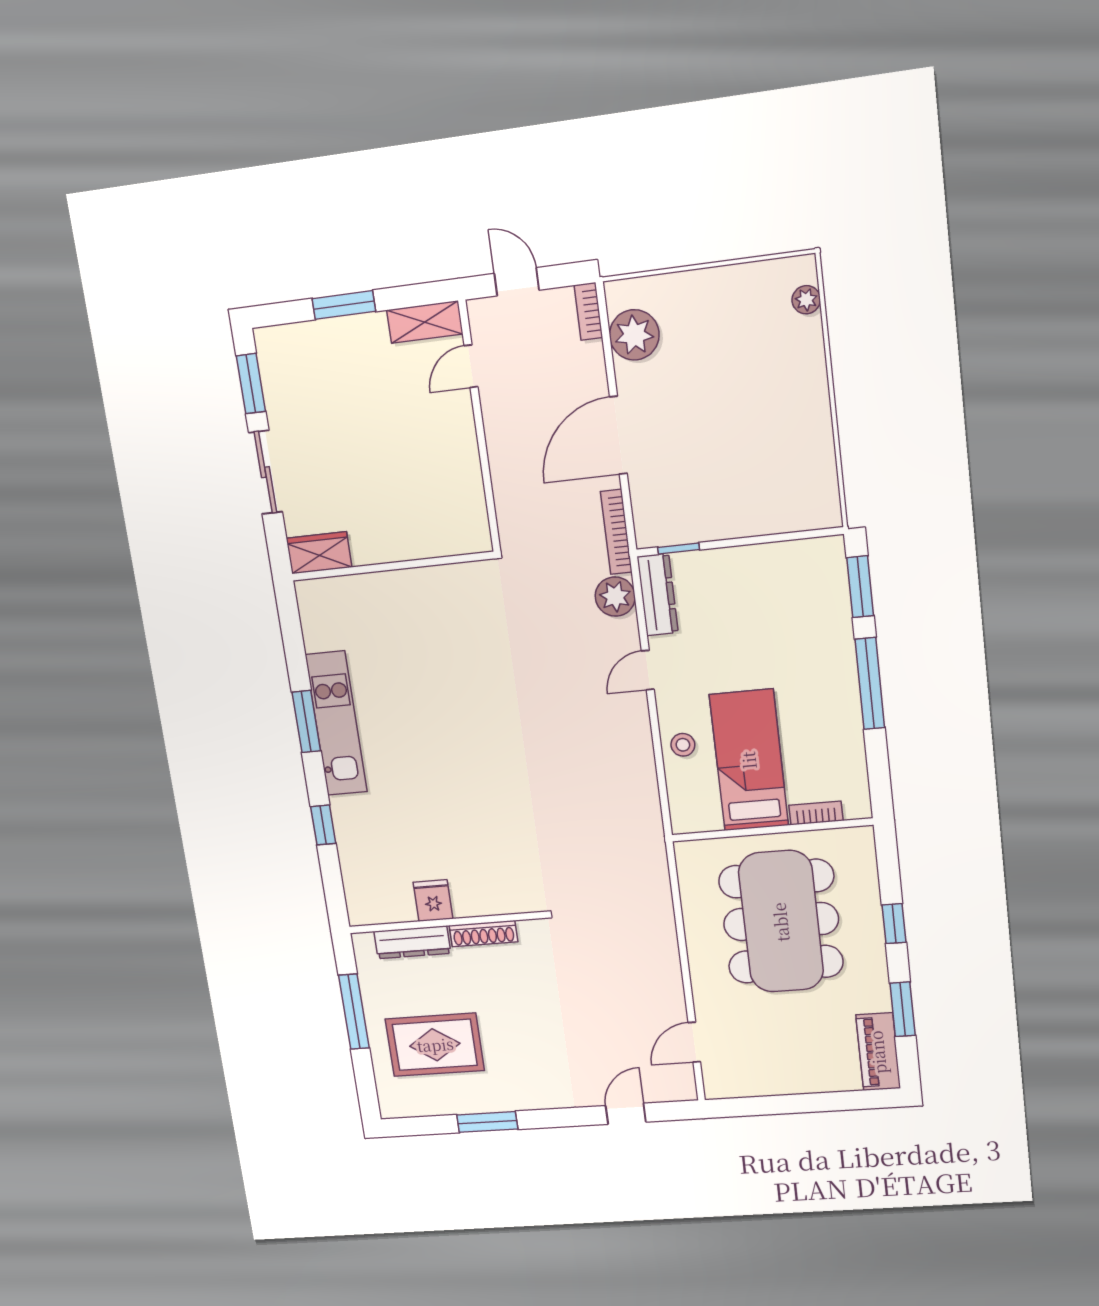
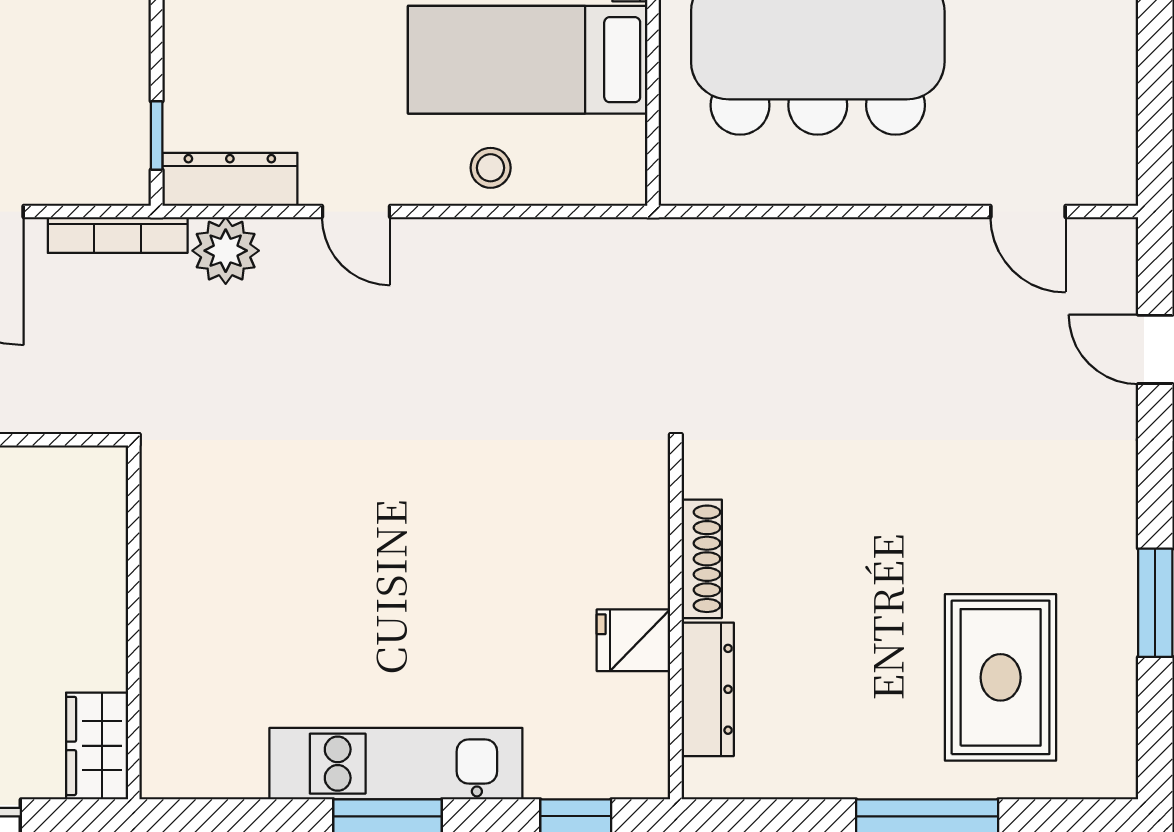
fridge: (433, 901) -> (633, 640), moved
wall: (446, 923) -> (676, 622), moved
shoe rack: (483, 934) -> (702, 559), moved
dresser: (412, 942) -> (708, 689), moved

